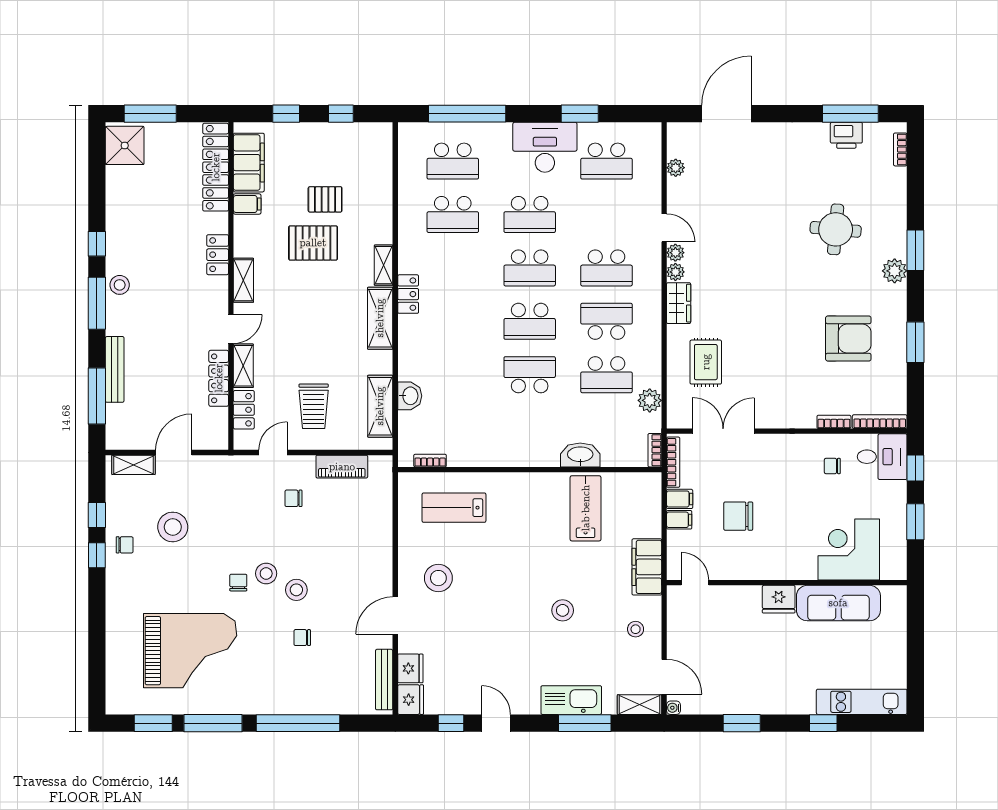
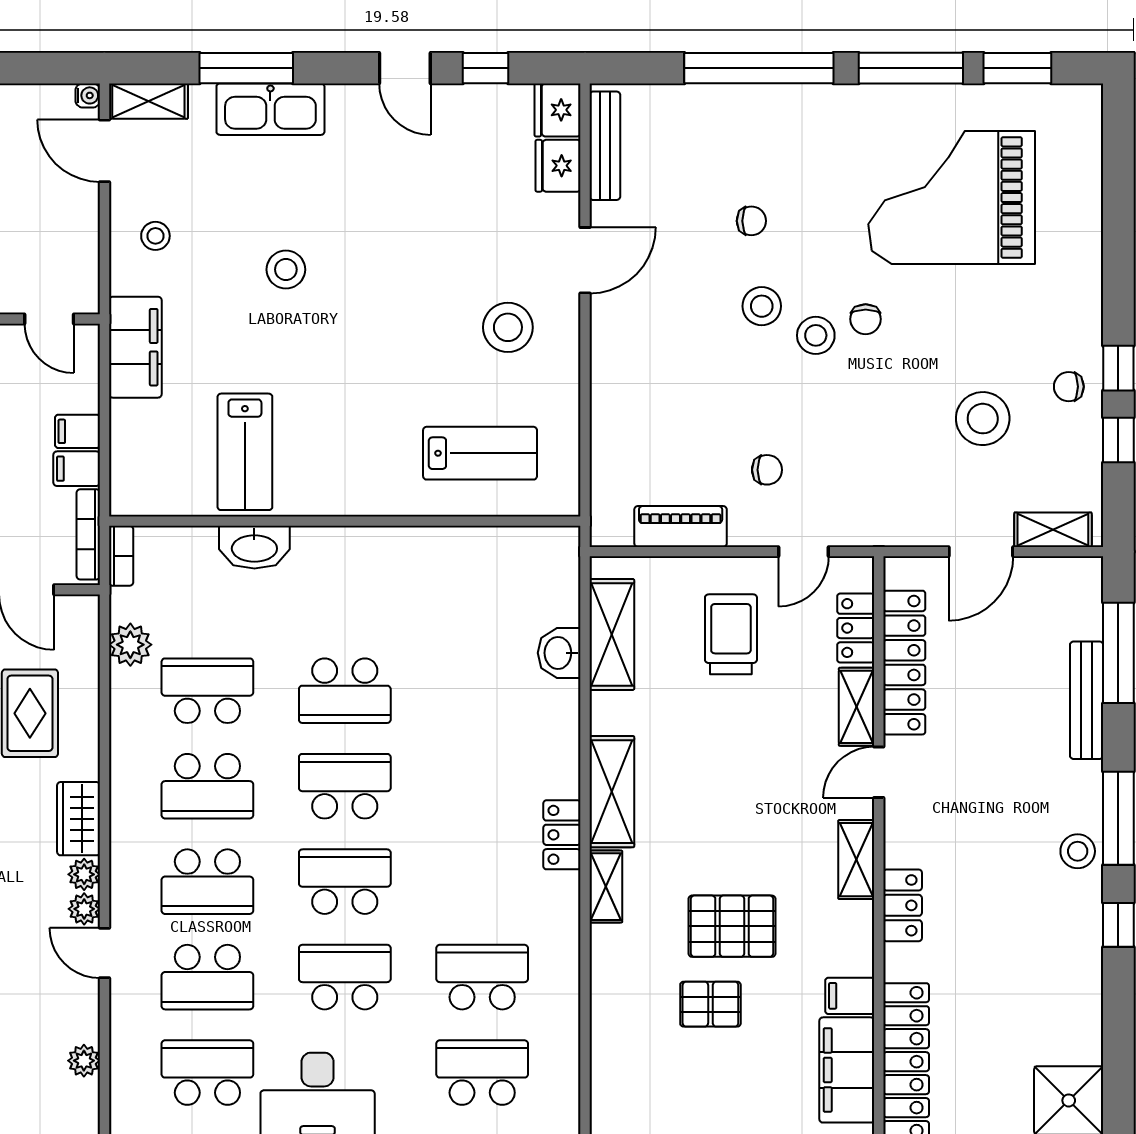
school desk: (606, 214) -> (207, 977), added
school desk: (606, 268) -> (207, 882), turned 180
locker: (219, 378) -> (904, 663), width x1.41, depth x1.21
bookcase: (430, 461) -> (523, 537), removed

